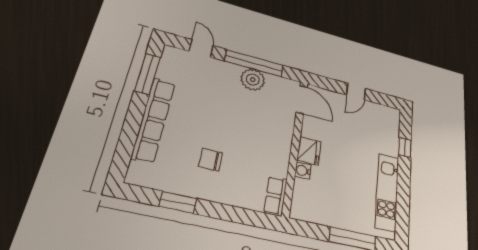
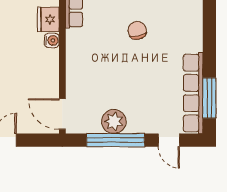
row of seats: (154, 119) -> (193, 93), moved
fridge: (309, 151) -> (48, 19), moved
chair: (210, 160) -> (137, 30), turned -101

